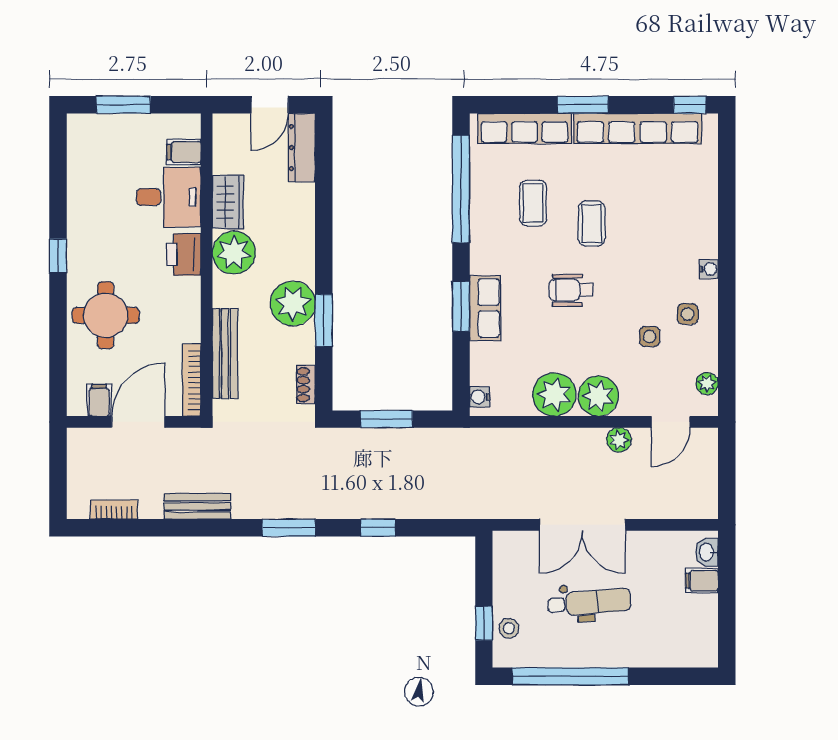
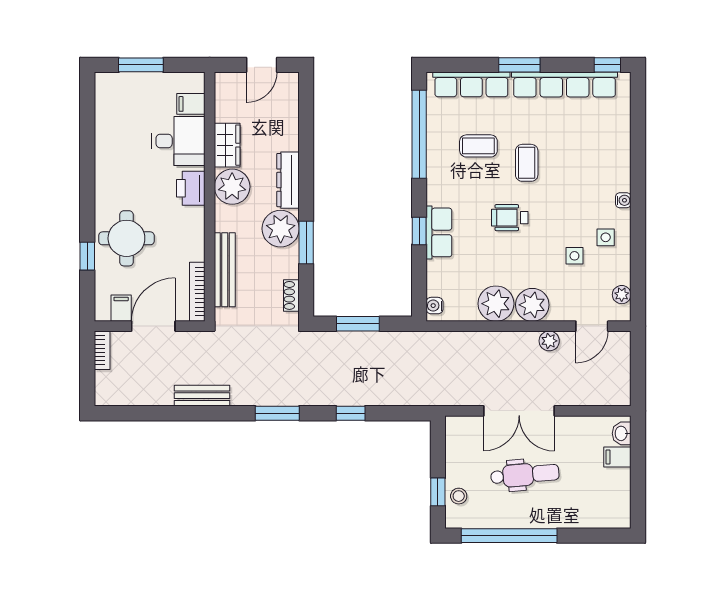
dresser: (302, 148) -> (288, 180), moved
coffee table: (533, 203) -> (478, 146), turned 90
window: (58, 256) -> (87, 256), moved
window: (461, 306) -> (419, 231), width x0.67
bookcase: (114, 510) -> (102, 350), moved, turned 90

